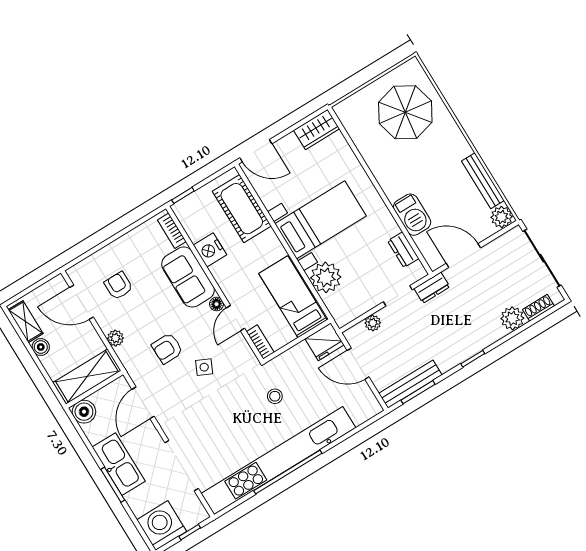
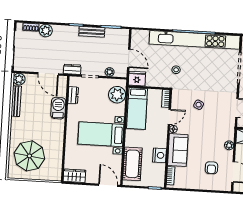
plant: (326, 277) -> (117, 95), moved
armchair: (167, 348) -> (209, 125), removed
bench: (410, 384) -> (92, 32), moved, width x0.73

